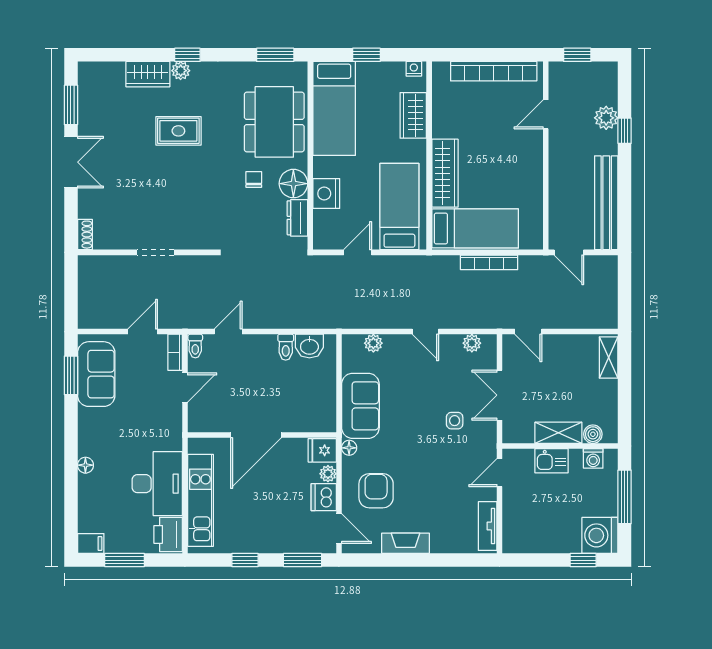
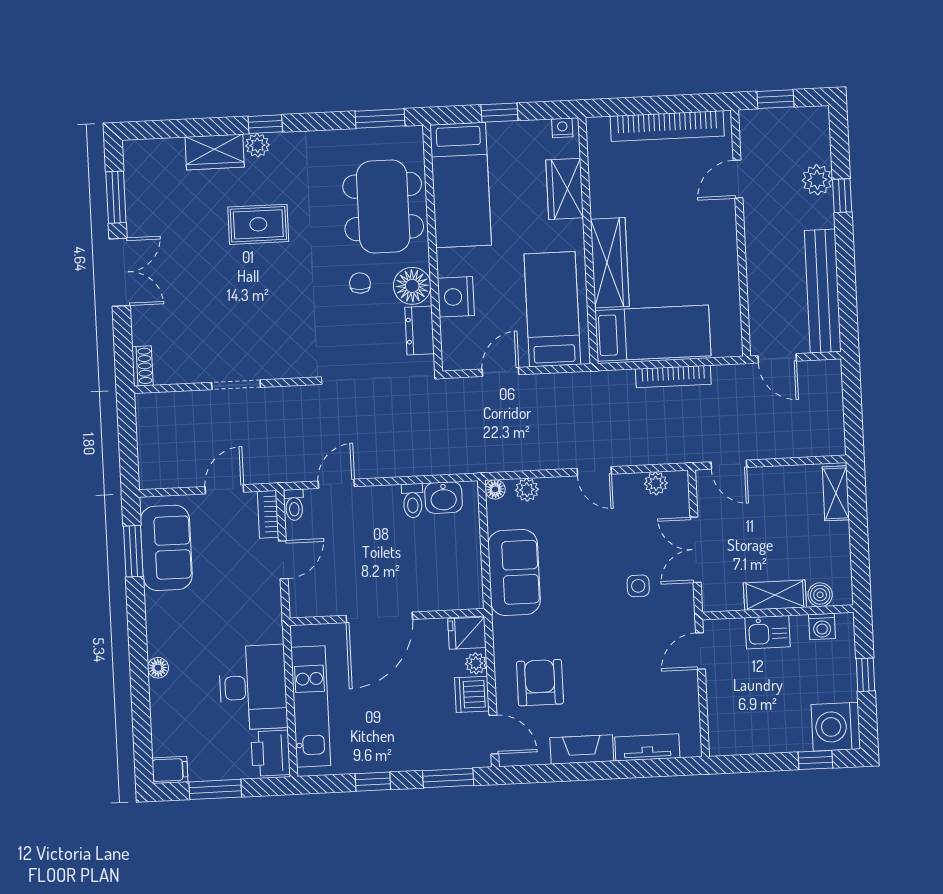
floor lamp: (349, 448) -> (495, 489), moved
window: (625, 497) -> (866, 675), width x0.46
tv unit: (488, 526) -> (647, 747), moved, turned 90

